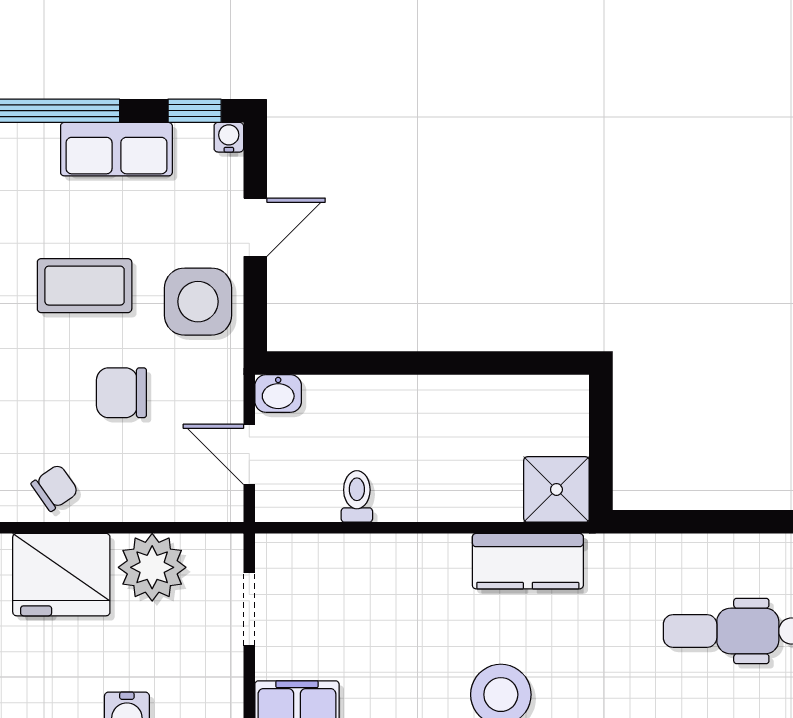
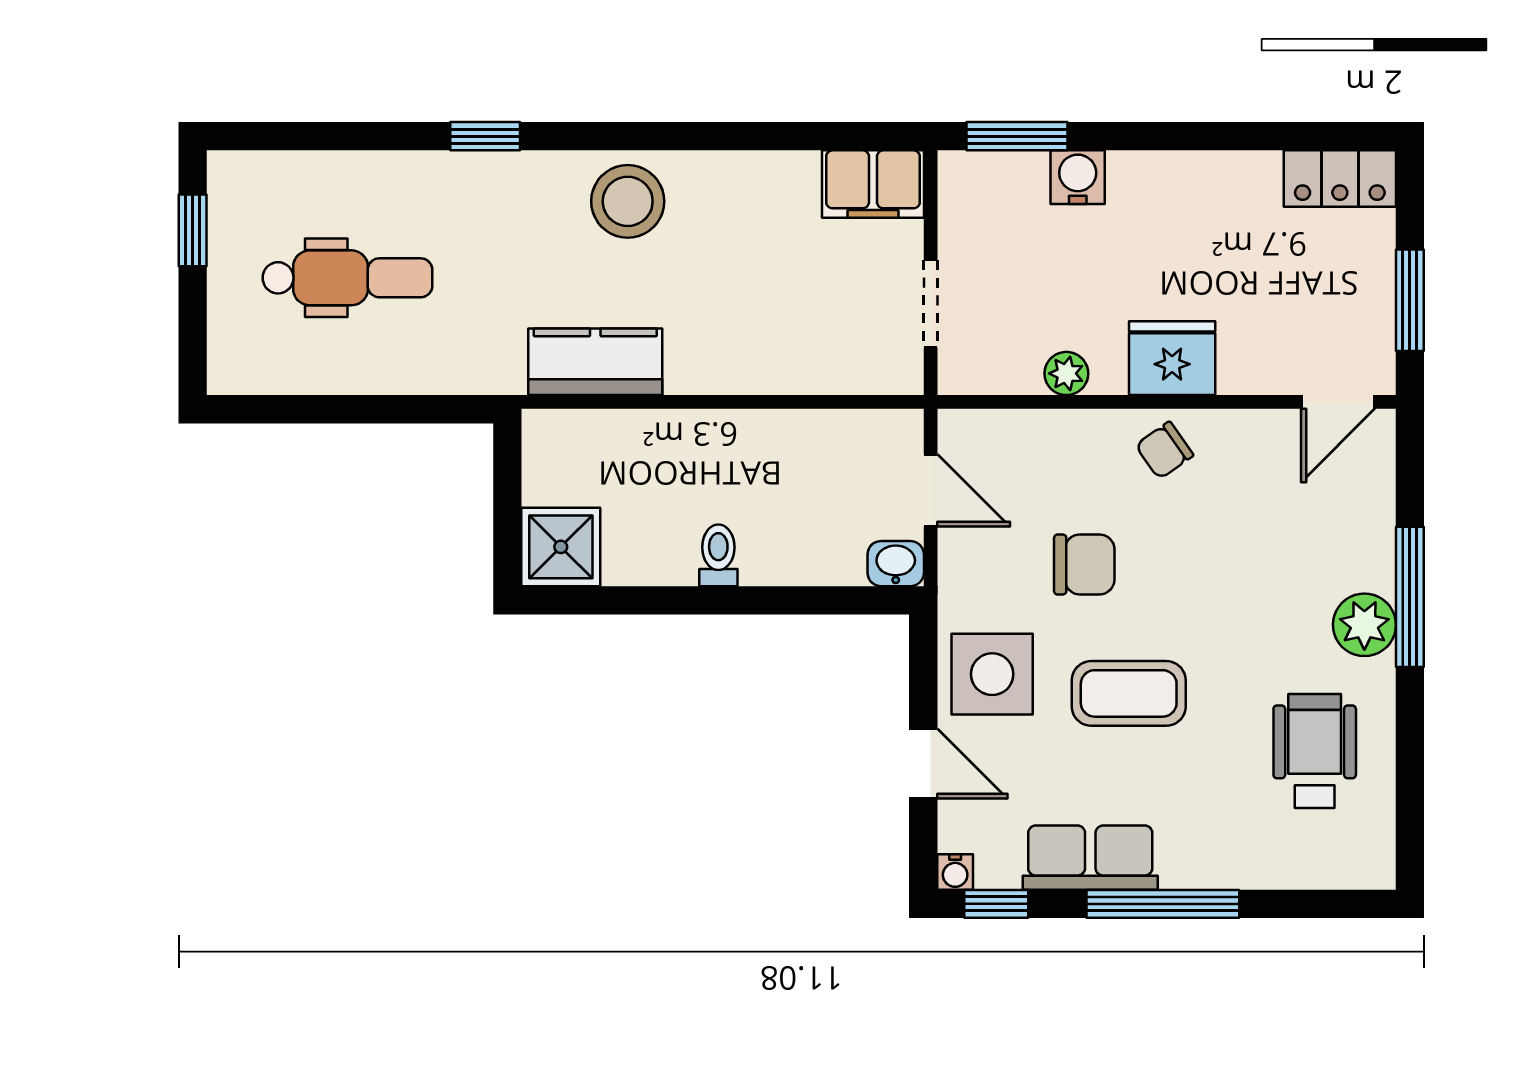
door: (255, 227) -> (923, 764), swing flipped
shower: (556, 489) -> (561, 547), moved
toilet: (357, 496) -> (718, 555), moved, turned 180
plant: (152, 567) -> (1066, 373), width x0.53, depth x0.53
fridge: (61, 575) -> (1172, 358), width x0.73, depth x0.75

